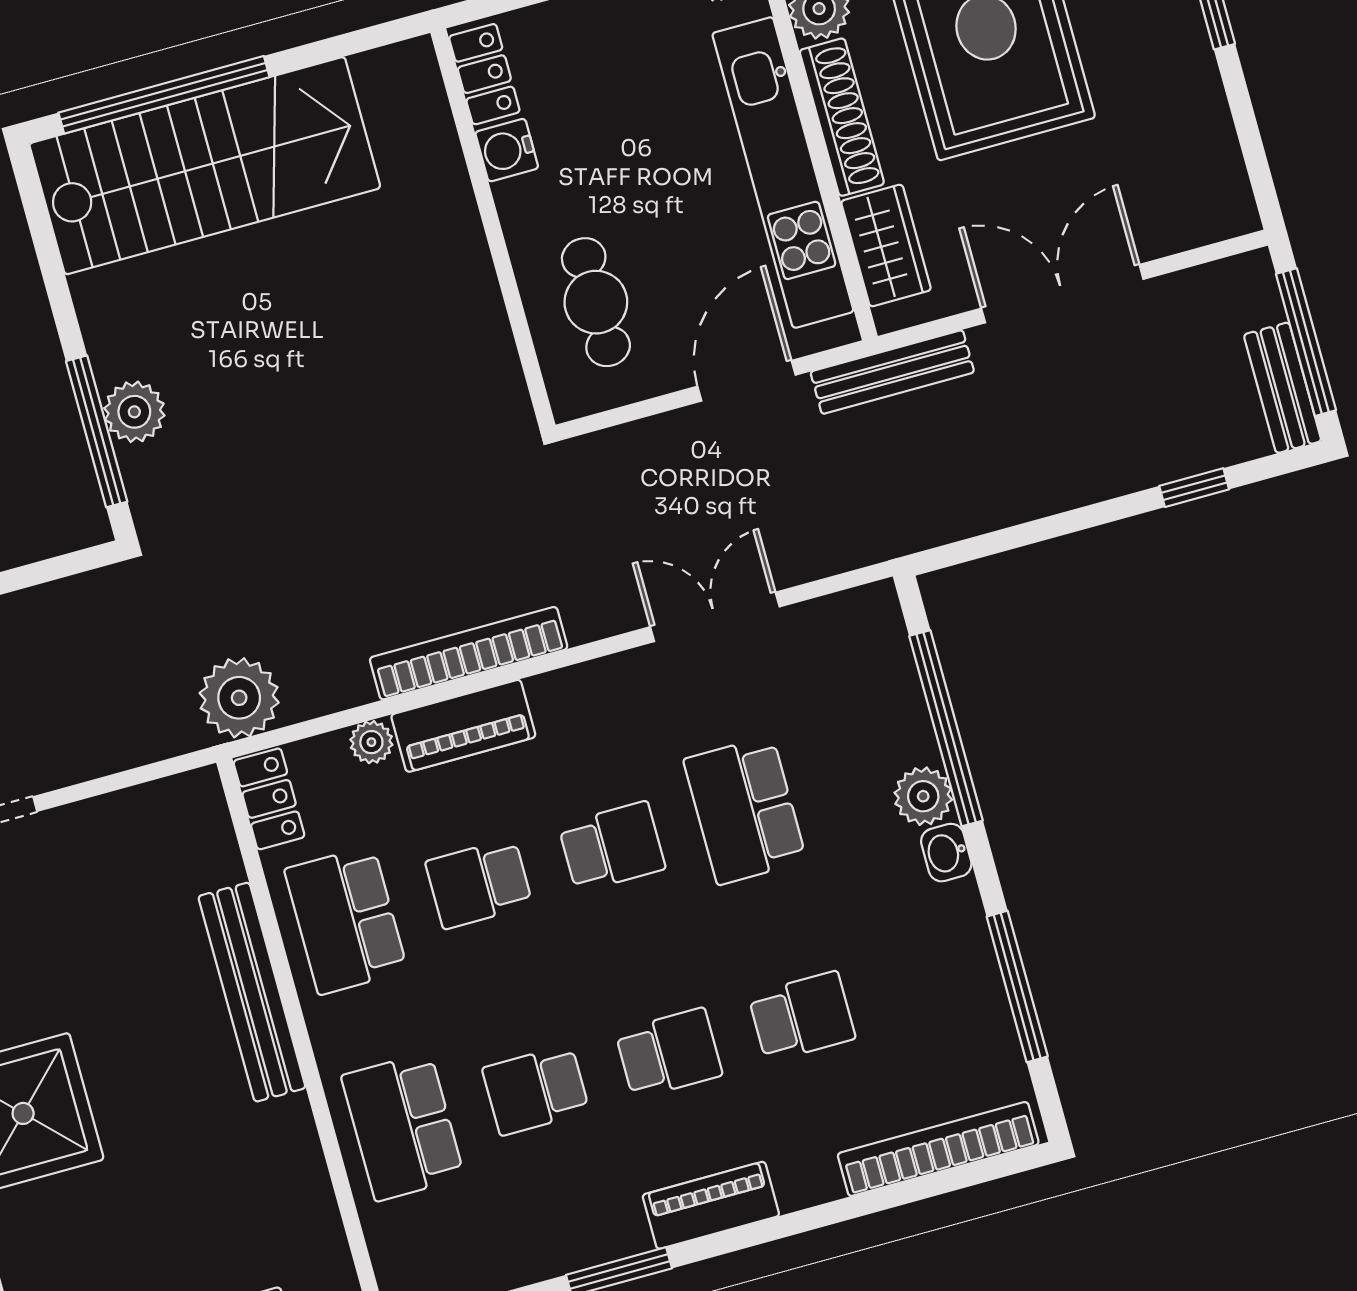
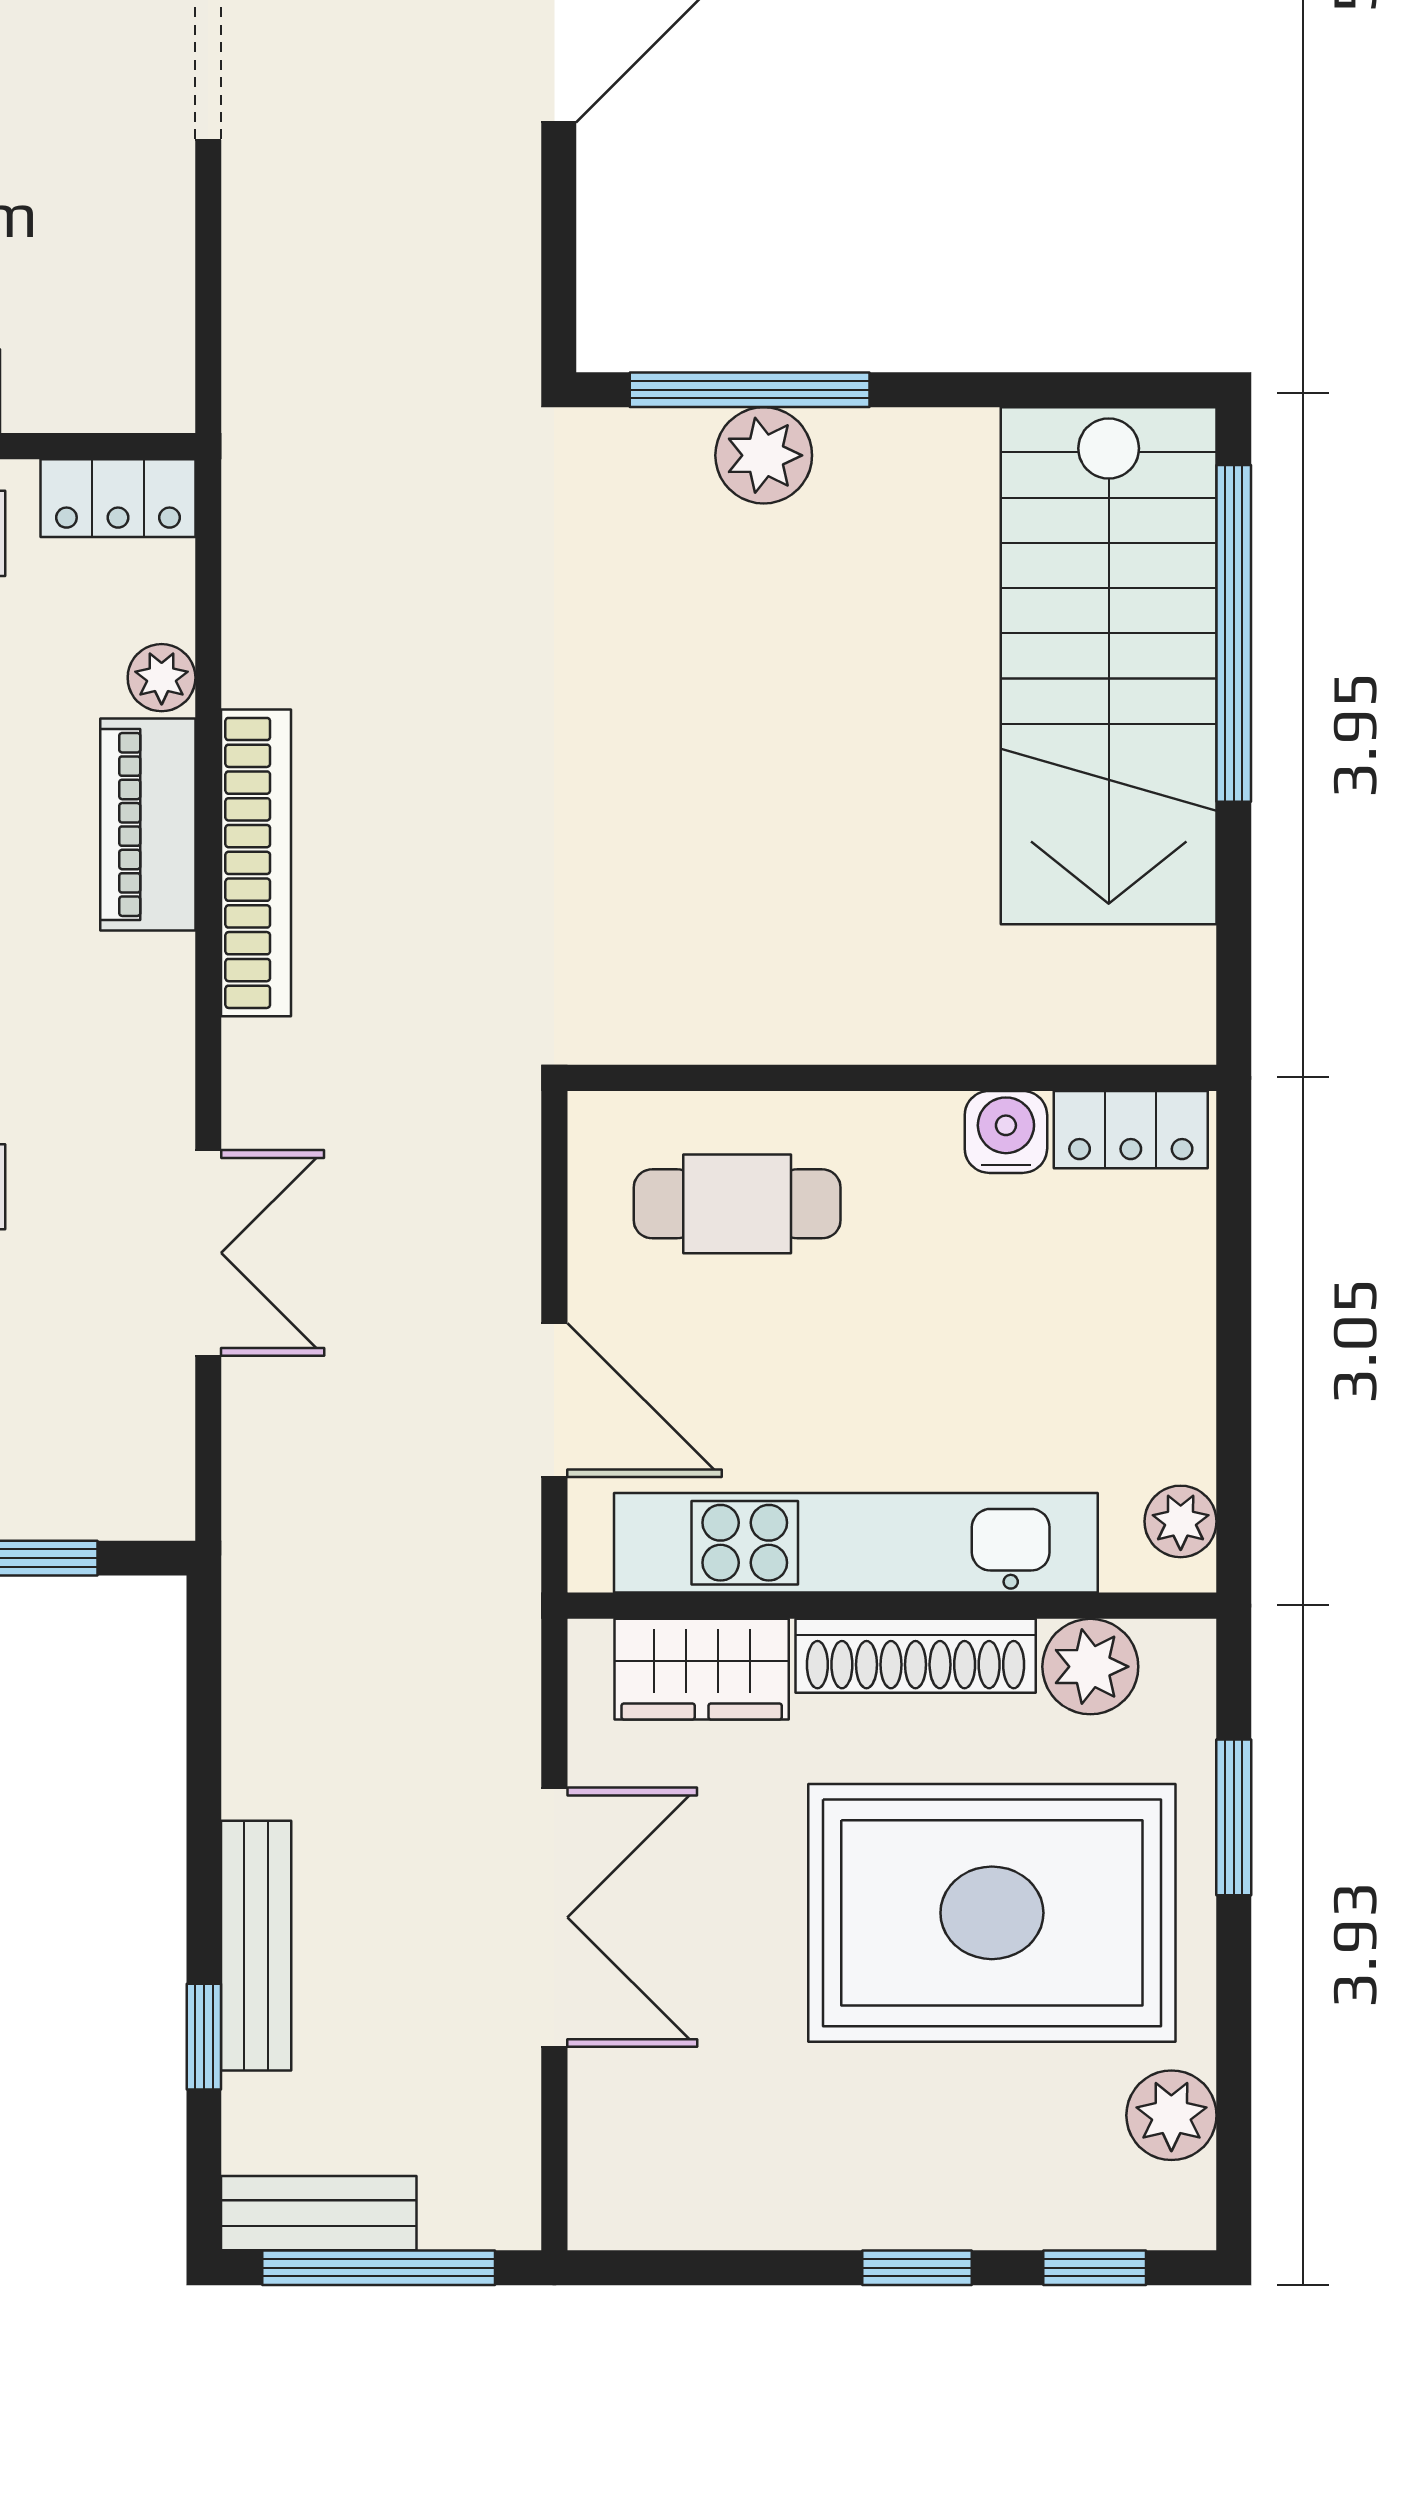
bench: (892, 372) -> (256, 1946), moved
plant: (239, 698) -> (284, 495), removed

